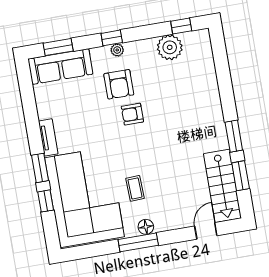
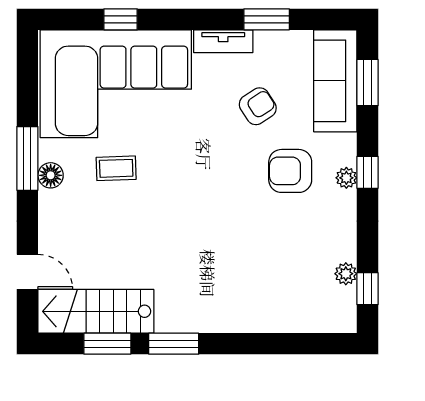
plant: (170, 47) -> (346, 274), width x0.53, depth x0.53
armchair: (132, 114) -> (258, 106), moved, turned 57
window: (40, 168) -> (267, 19), moved

